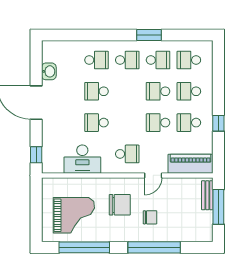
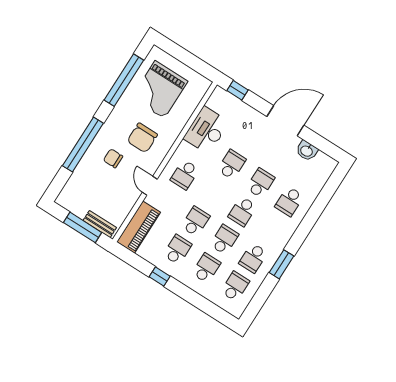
school desk: (127, 60) -> (242, 211), moved
chair: (150, 217) -> (113, 158), turned 90

